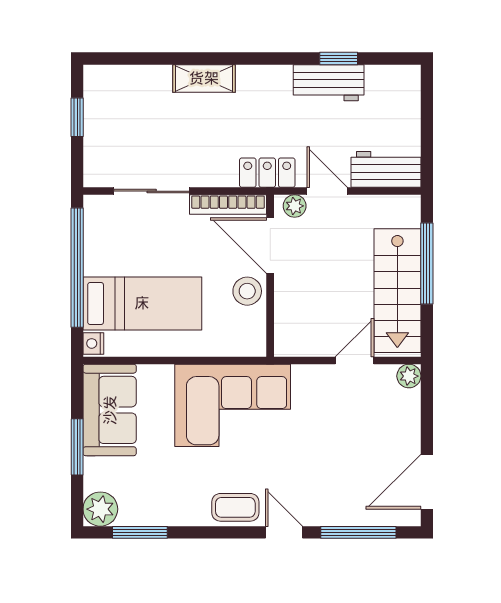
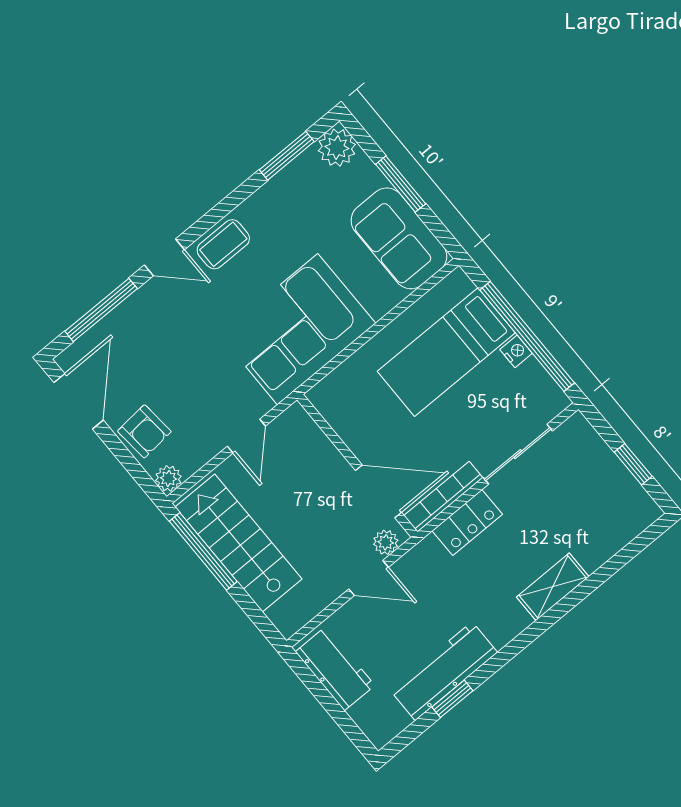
workbench: (329, 83) -> (444, 671), width x1.38
workbench: (386, 169) -> (335, 669), moved, turned -90
locker: (267, 173) -> (467, 523), moved
window: (427, 264) -> (203, 551), moved
stool: (247, 291) -> (366, 436), removed
nightstand: (93, 343) -> (516, 351), moved
door: (355, 360) -> (246, 436), moved
armchair: (398, 423) -> (144, 431), added

